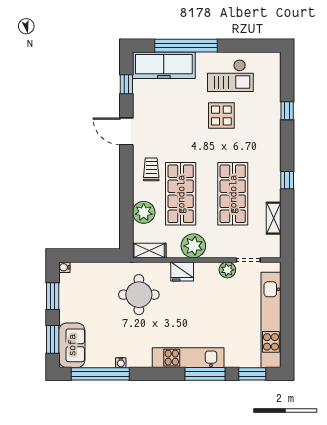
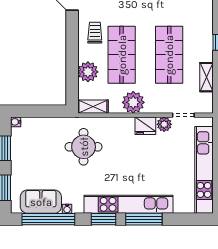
fridge: (182, 271) -> (145, 126), moved
sofa: (72, 345) -> (41, 202), moved, turned -90
kitchen unit: (188, 358) -> (128, 204), width x1.36
window: (252, 374) -> (104, 219), moved

